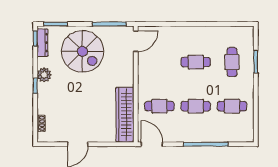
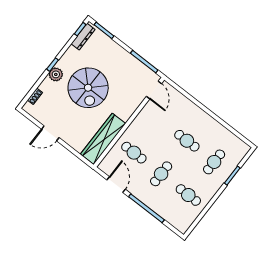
door: (136, 41) -> (154, 90), hinge flipped
spiral stairs: (82, 51) -> (88, 88), moved
plant: (44, 75) -> (56, 74), moved
cafe table: (196, 106) -> (161, 174), turned 90
door: (152, 144) -> (116, 185), moved

